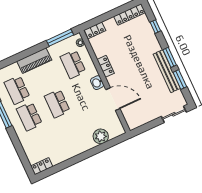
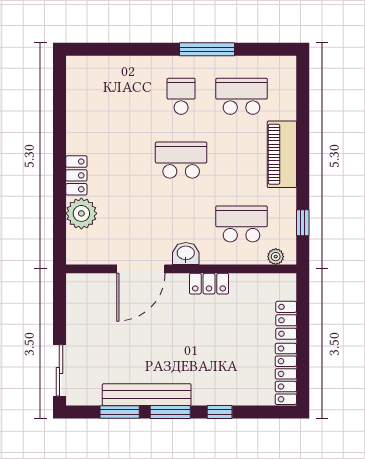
window: (155, 27) -> (220, 412), moved
locker: (95, 30) -> (286, 320), moved
window: (60, 38) -> (303, 223), width x0.46
school desk: (29, 116) -> (181, 96), width x0.54
locker: (42, 166) -> (76, 175), moved

